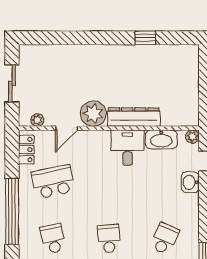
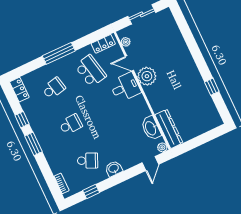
dresser: (134, 117) -> (169, 129), moved
desk: (128, 148) -> (125, 87), moved
washbasin: (190, 182) -> (114, 169), moved
window: (12, 211) -> (59, 53), width x0.68

